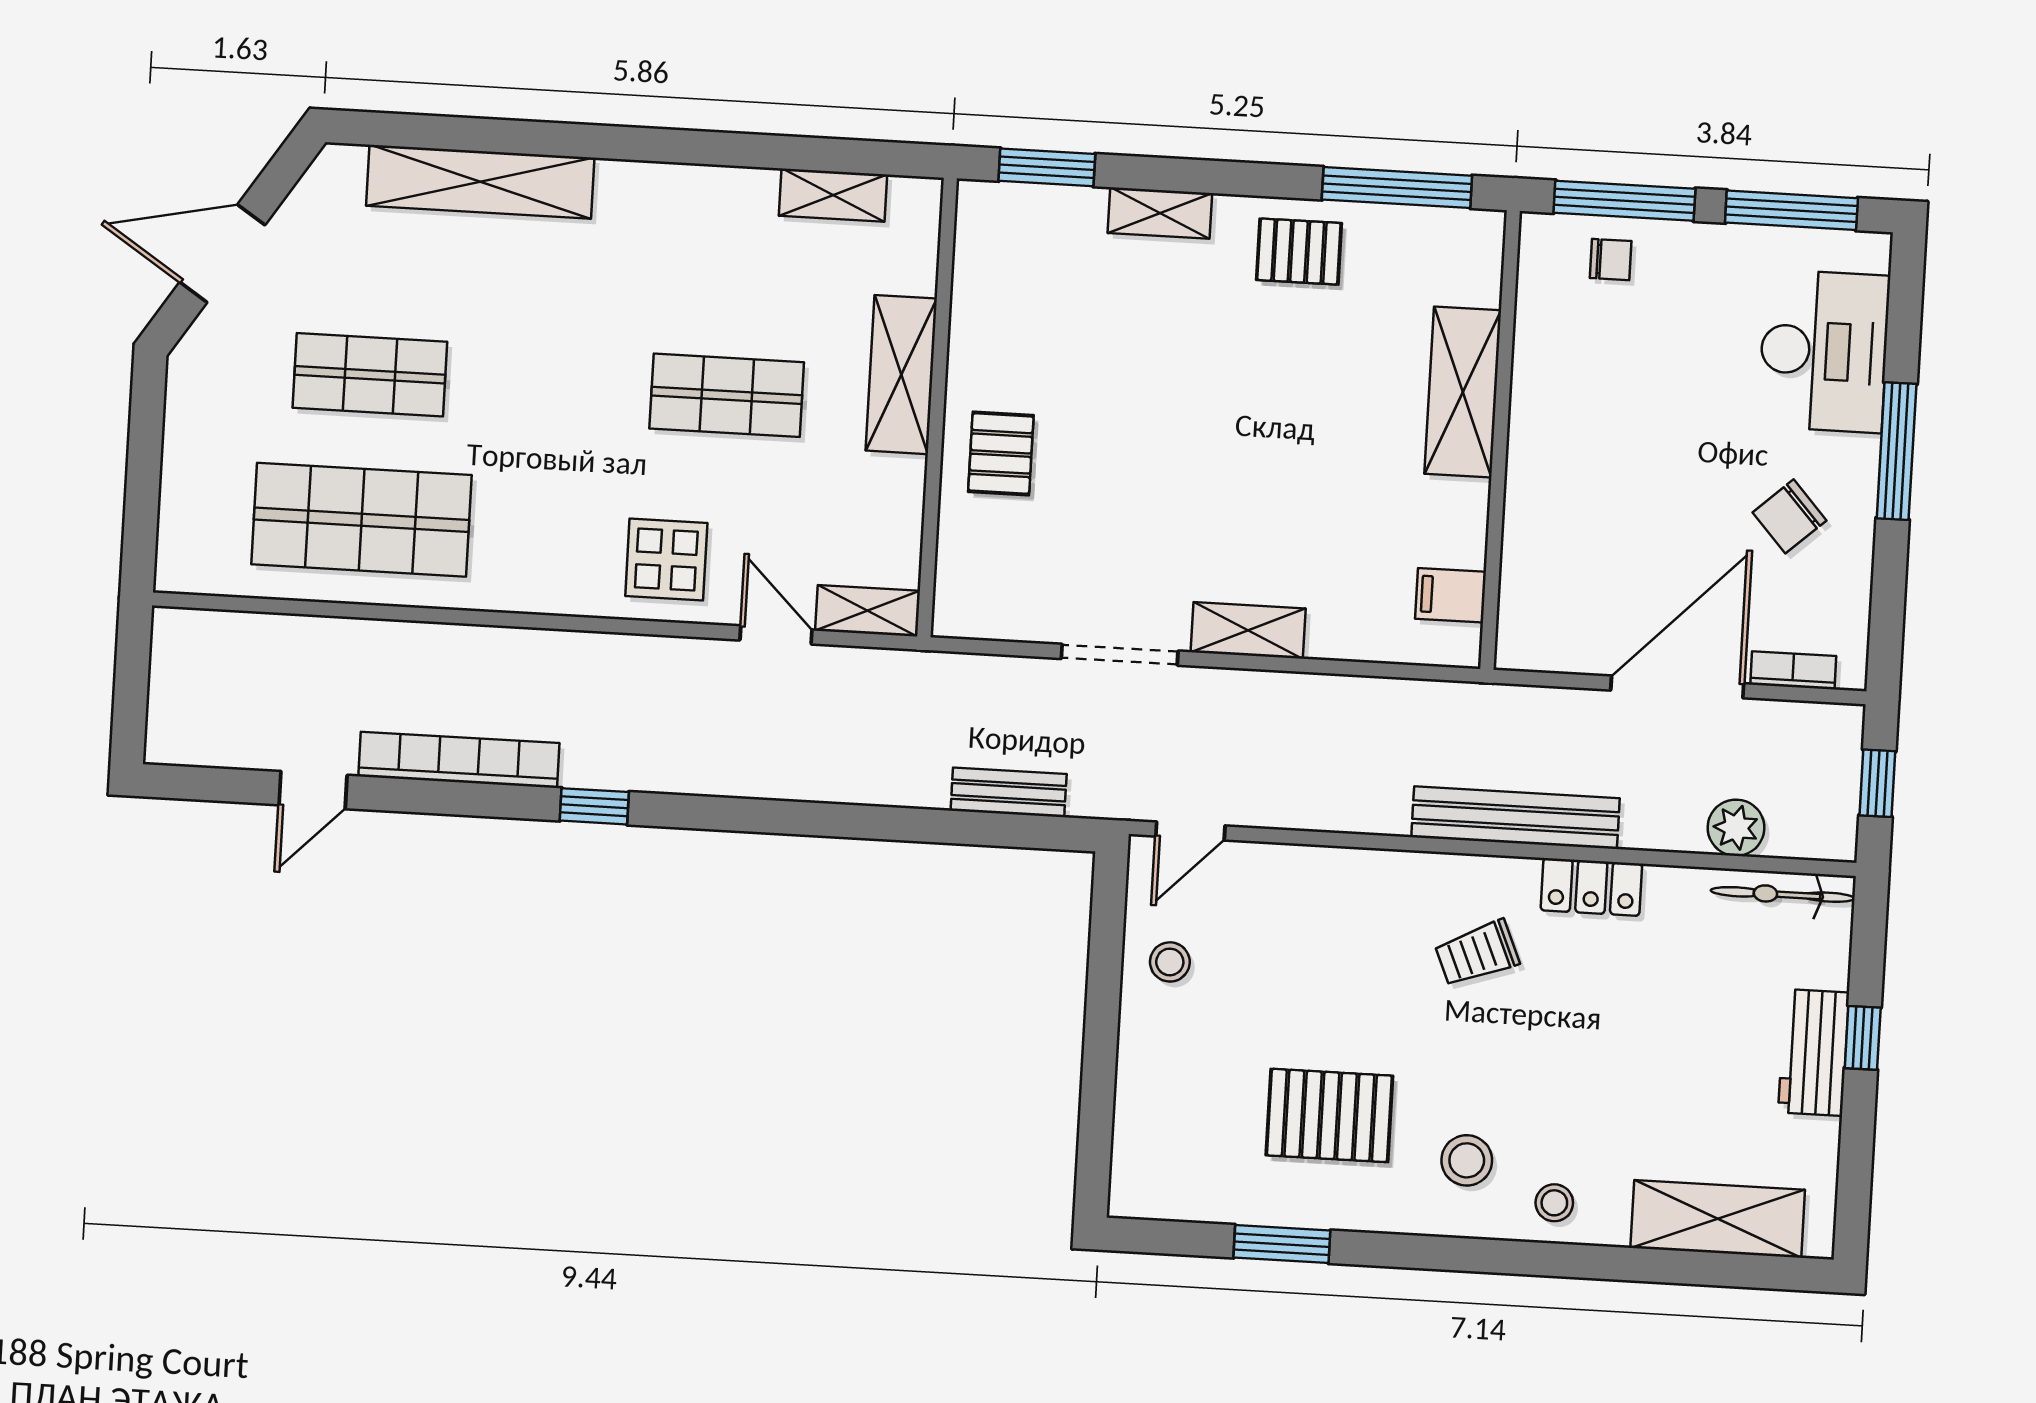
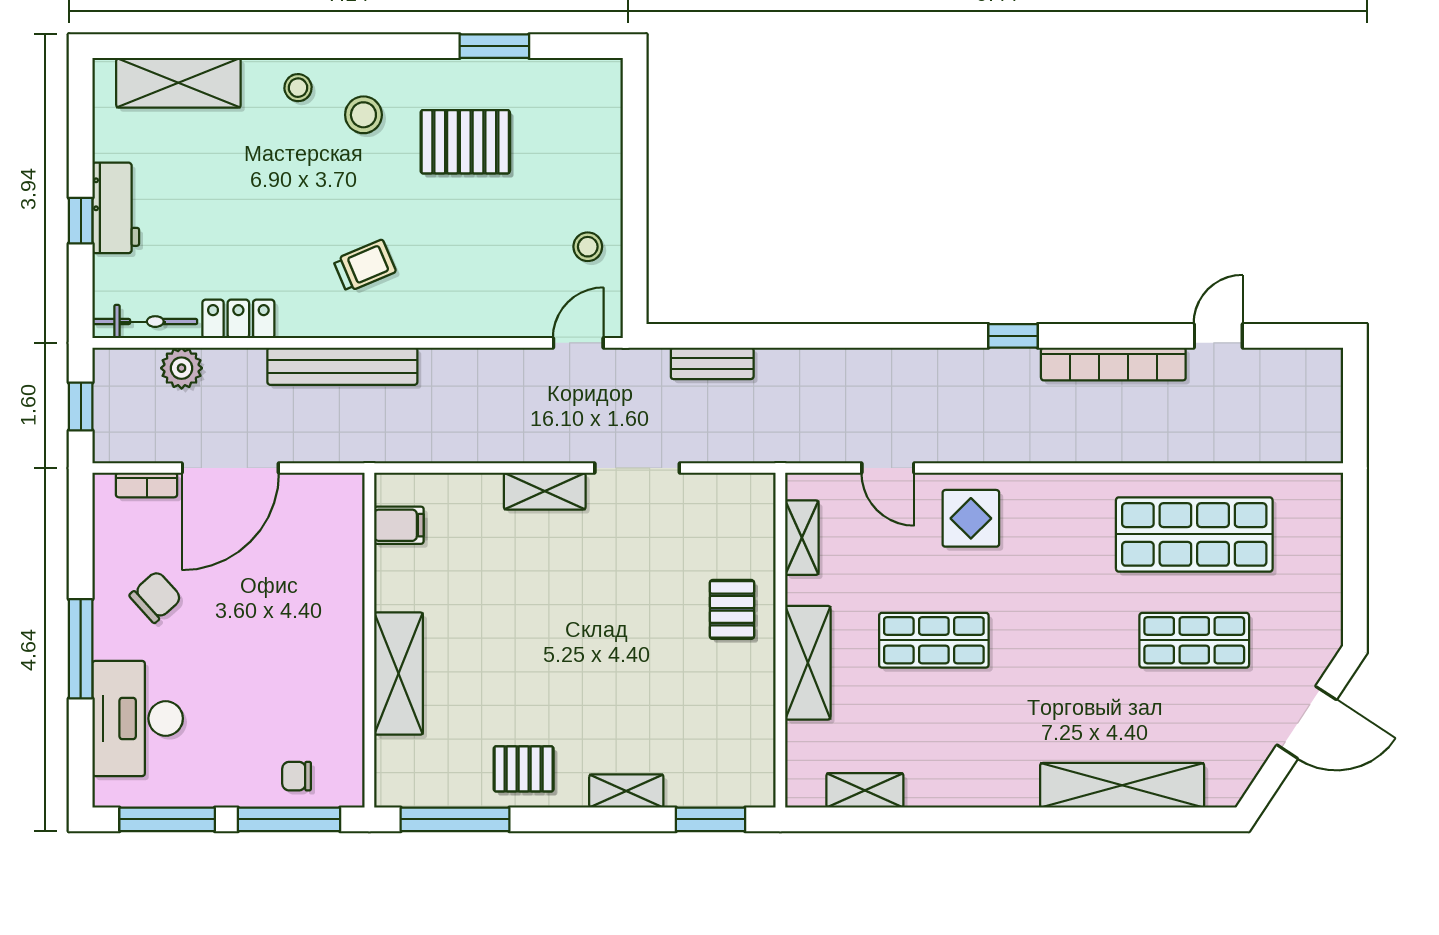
shelving: (868, 611) -> (802, 538), moved, turned 90
locker: (1591, 887) -> (238, 319), moved

